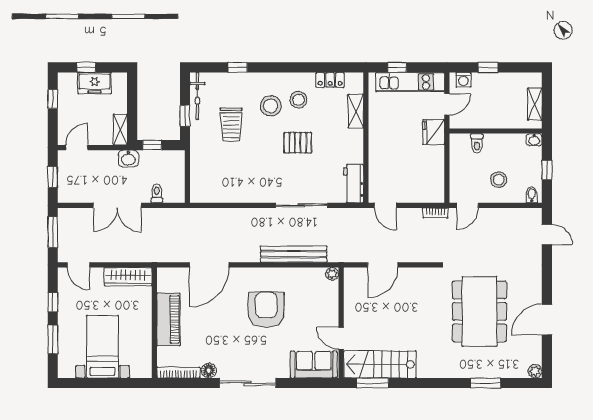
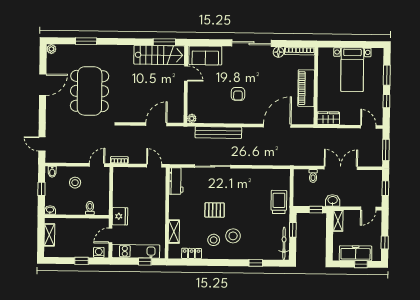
freezer: (94, 83) -> (356, 253), width x1.40
trolley: (231, 125) -> (279, 202), moved
wardrobe: (128, 277) -> (328, 118), width x0.67
armchair: (266, 310) -> (238, 94), width x0.53, depth x0.53

